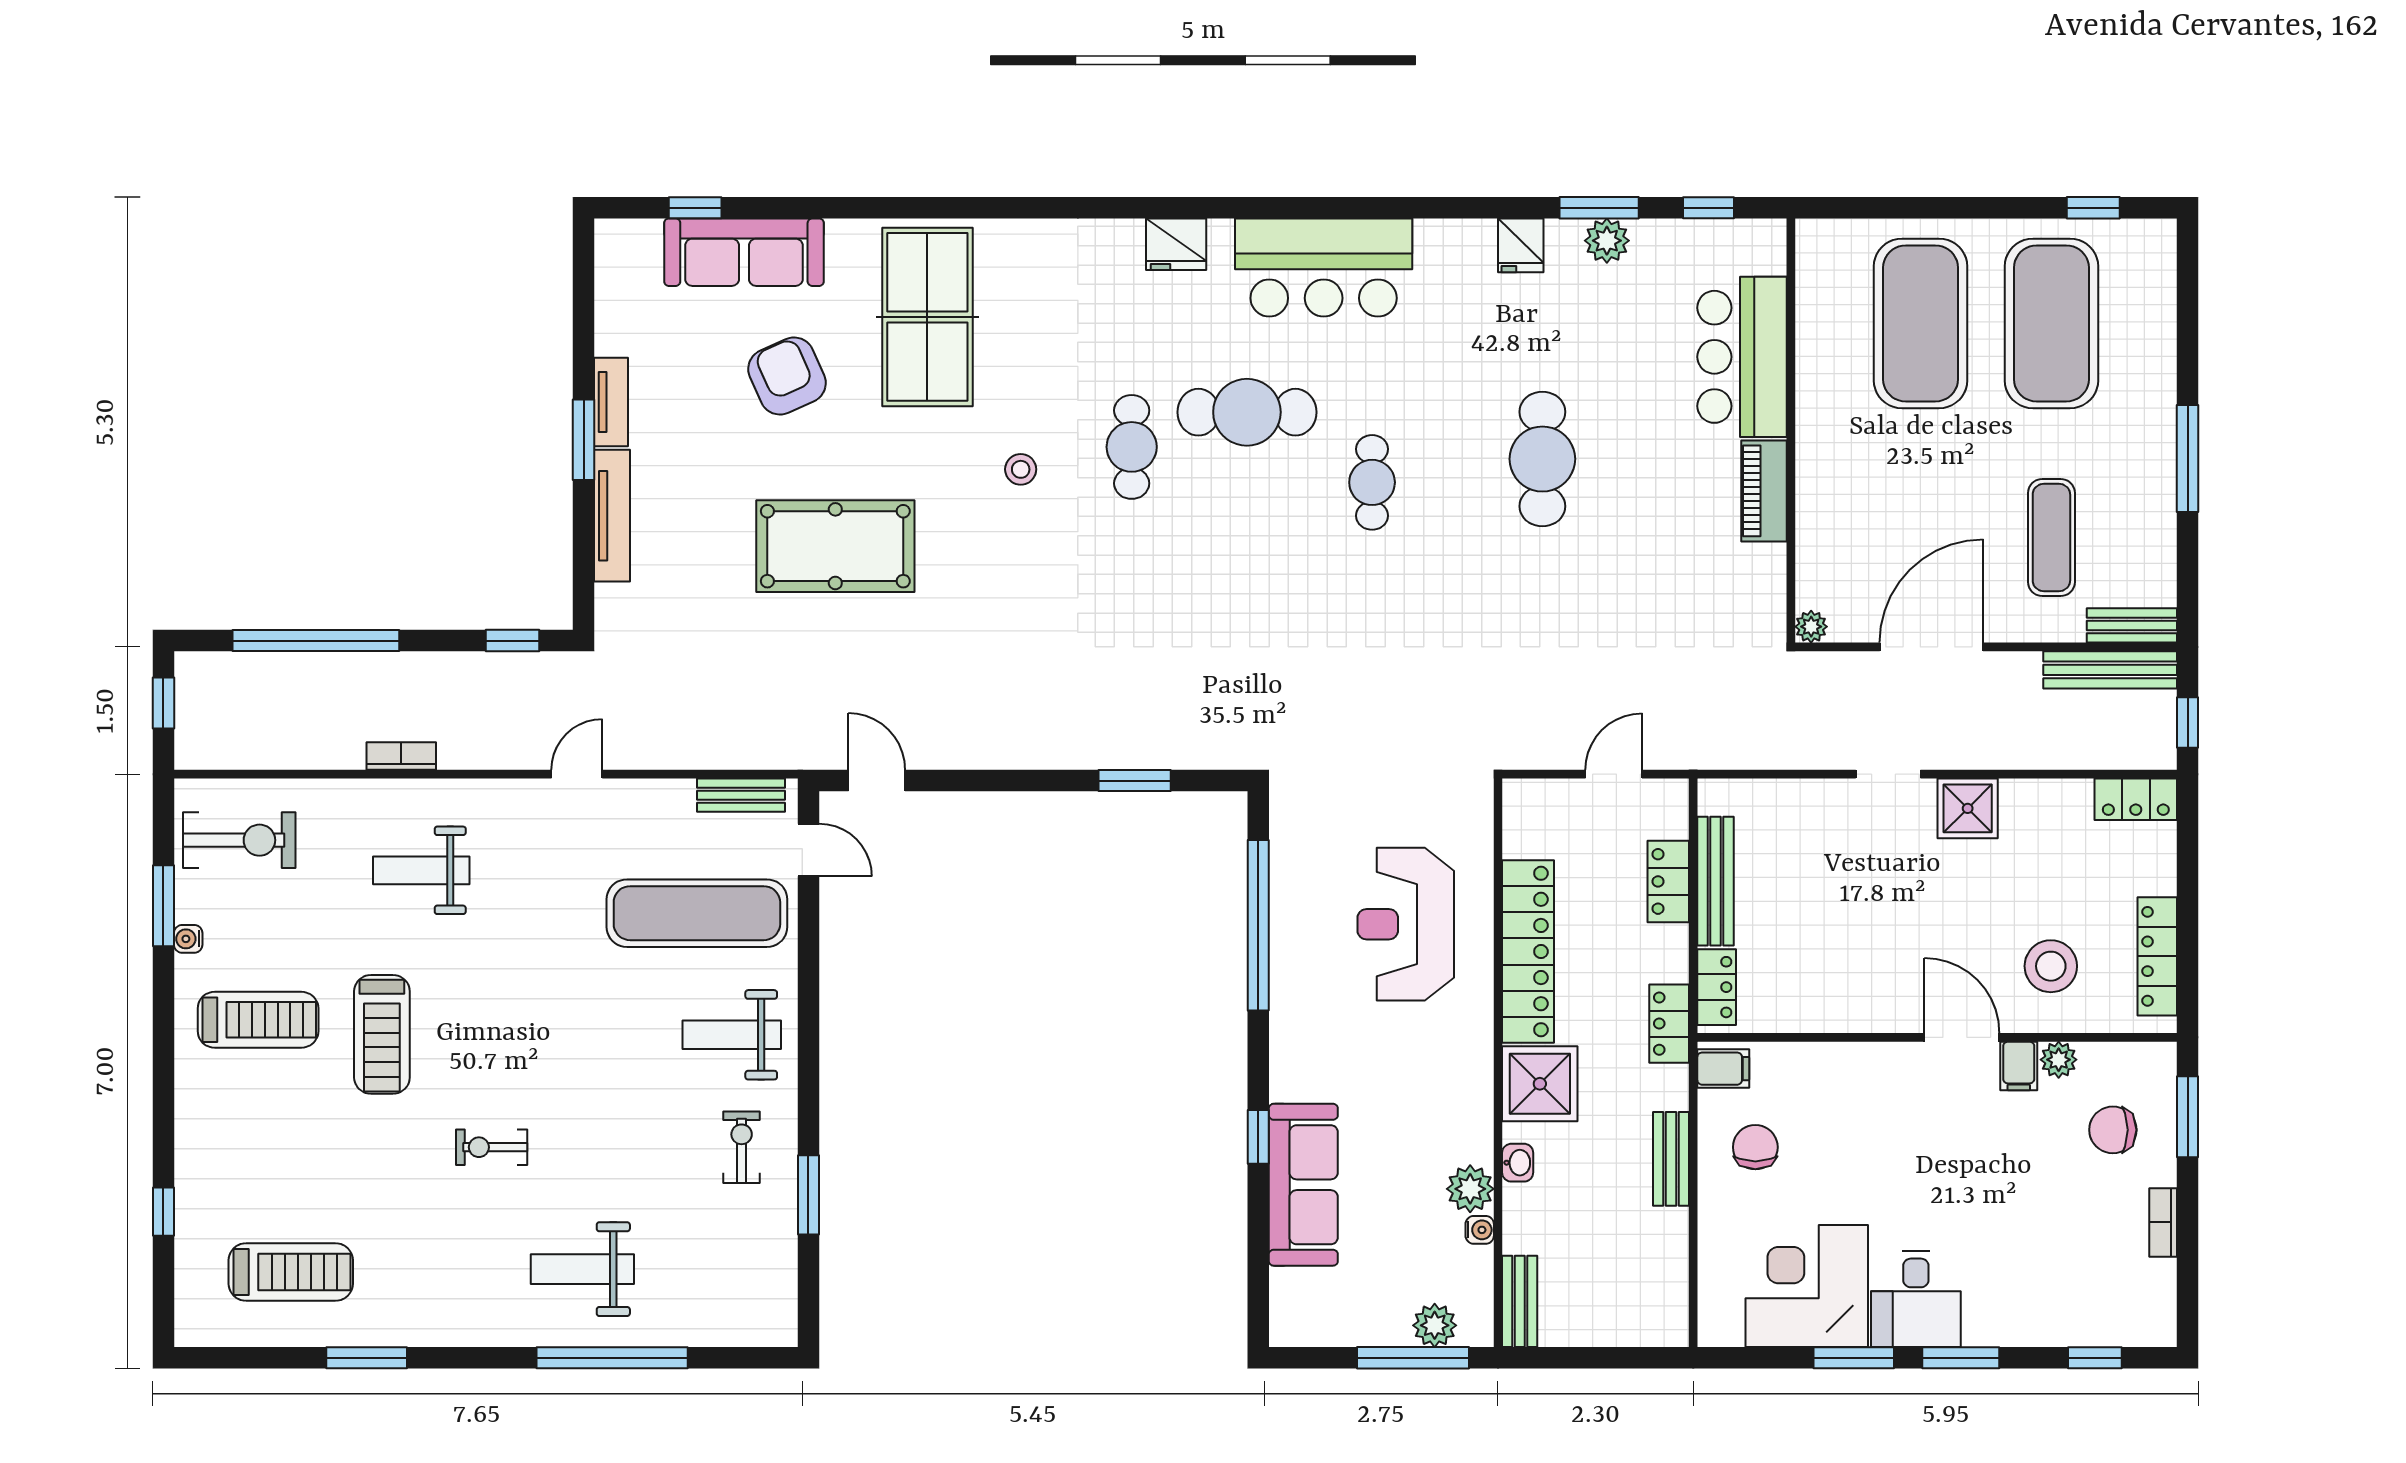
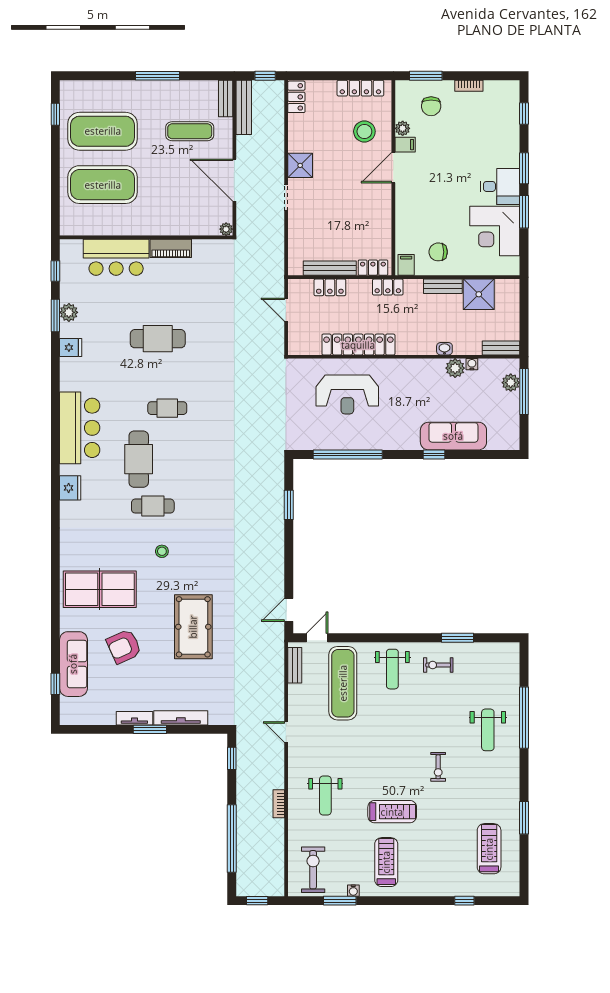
shower: (1540, 1084) -> (479, 294), moved

